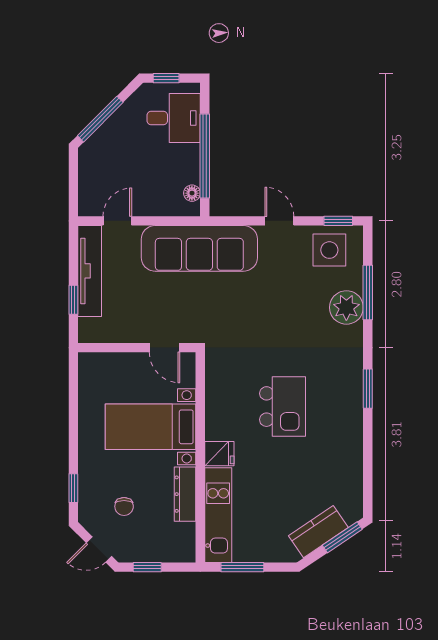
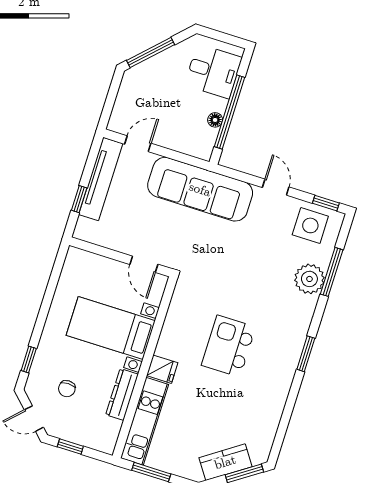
window: (166, 78) -> (218, 35), removed
floor lamp: (192, 193) -> (215, 120), moved
kitchen island: (283, 407) -> (229, 346), turned 180

